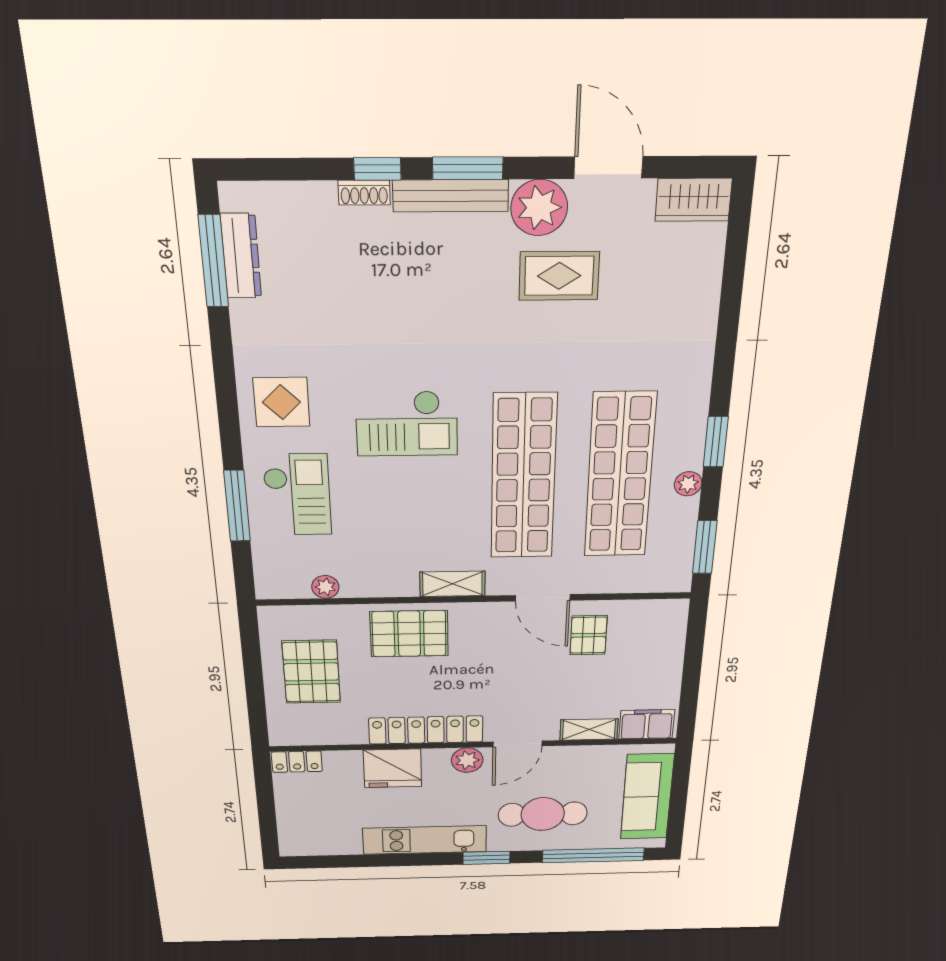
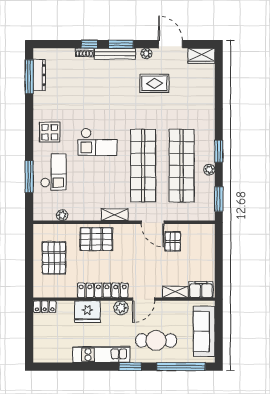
plant: (539, 208) -> (146, 53), width x0.53, depth x0.53

